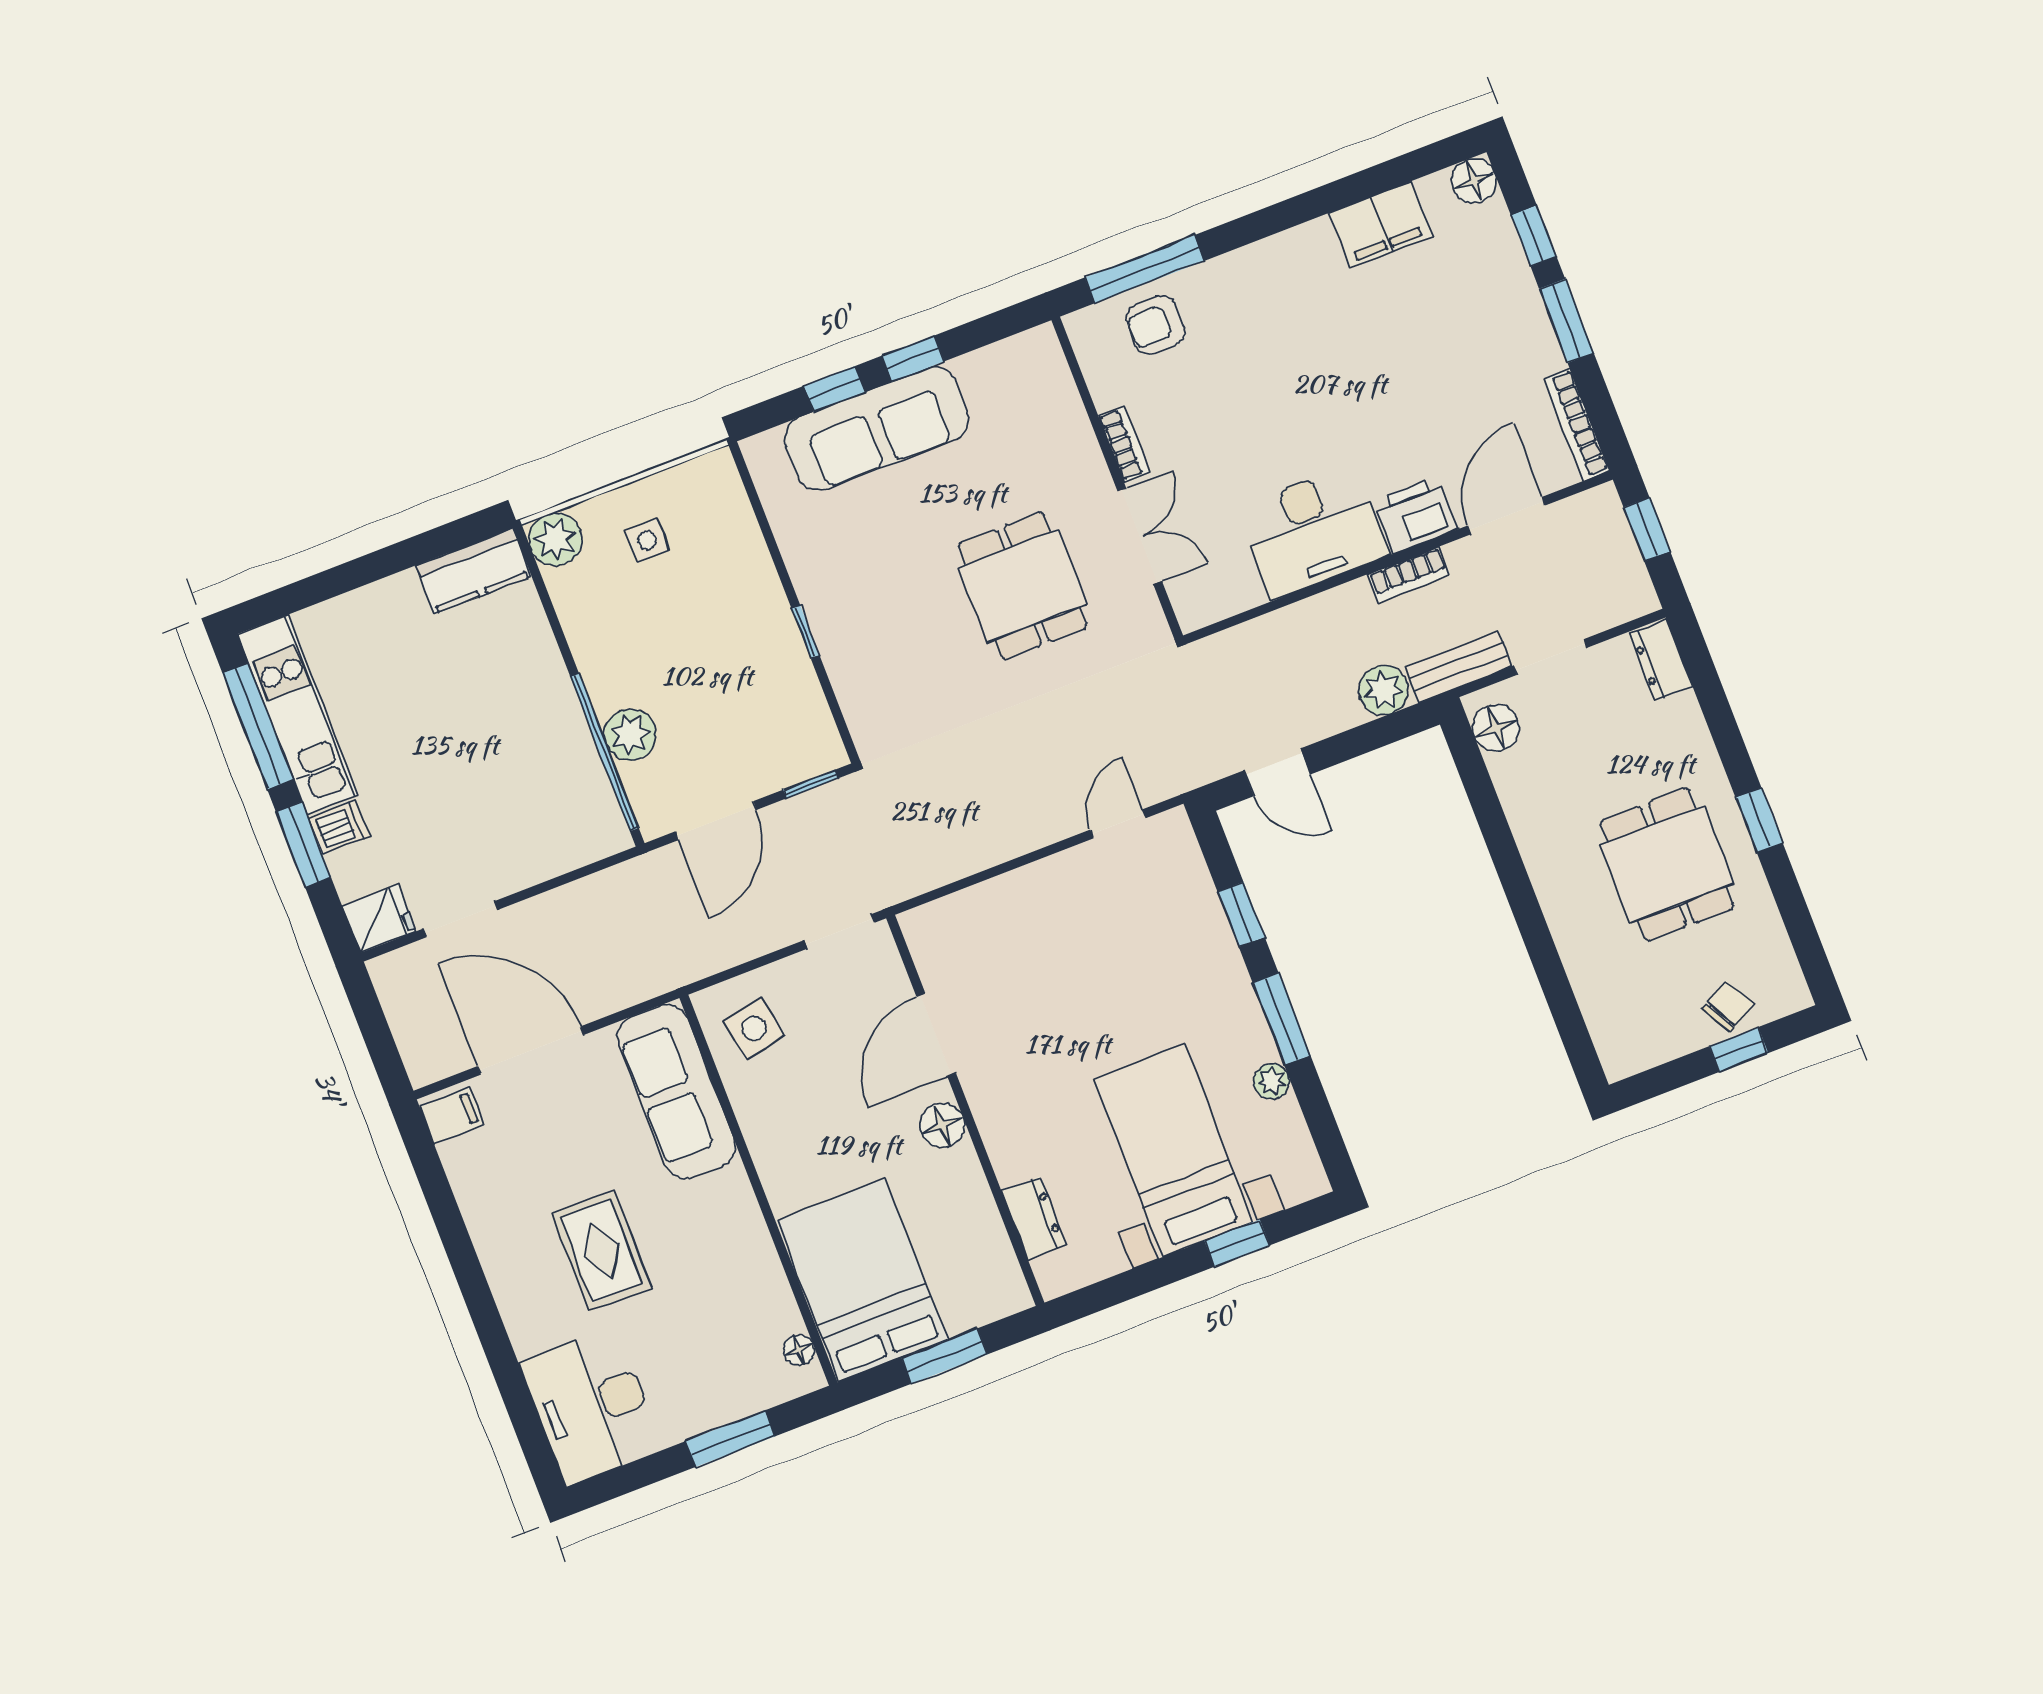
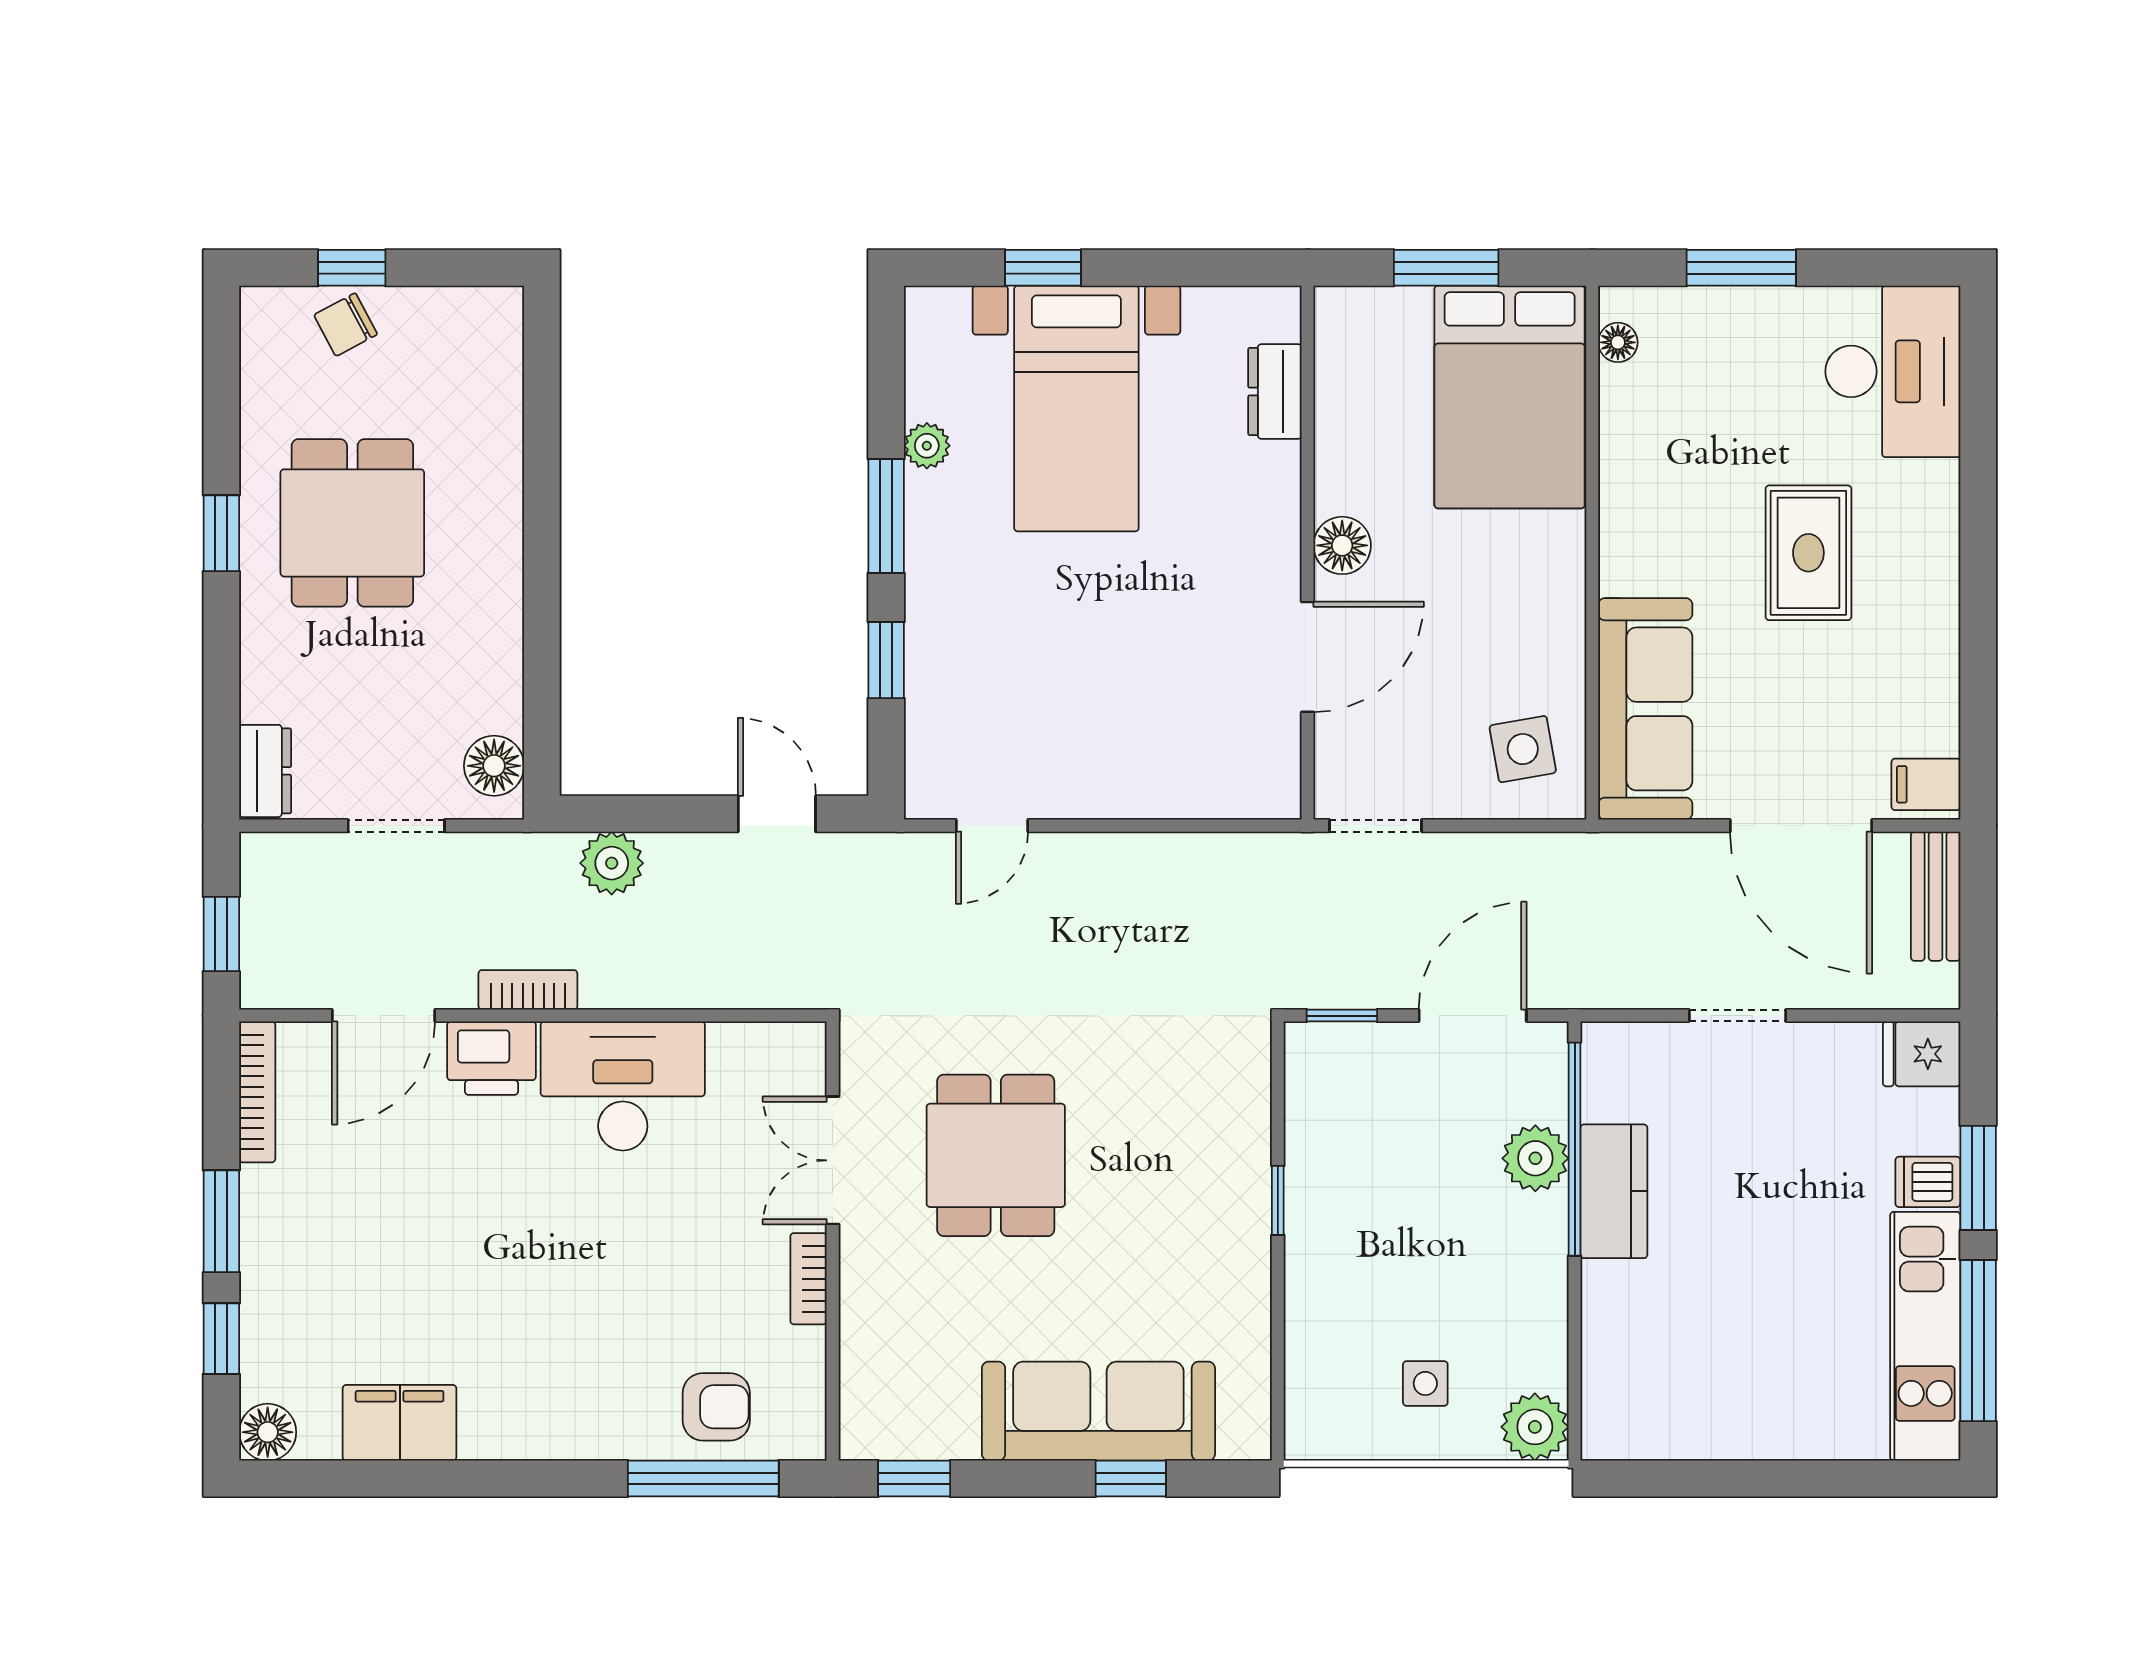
window: (913, 359) -> (914, 1478), moved
kitchen counter: (474, 571) -> (1614, 1191), moved, turned 90
bench: (1459, 667) -> (1936, 896), moved, turned 90
doorway: (460, 919) -> (1737, 1016), moved

